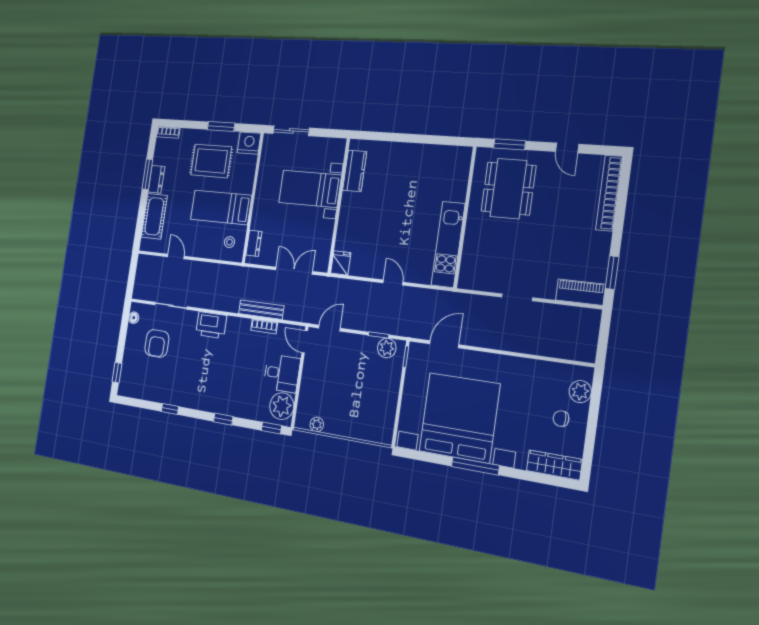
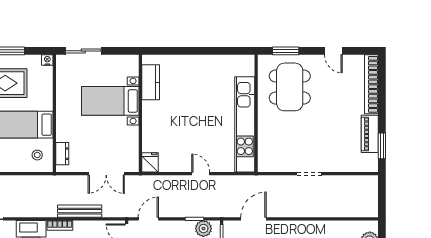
nightstand: (249, 143) -> (47, 60), width x0.53, depth x0.56
kitchen unit: (448, 244) -> (245, 124), width x1.36
double door: (294, 271) -> (106, 174), swing flipped
piano: (580, 292) -> (370, 134), moved, turned -90
bookcase: (264, 326) -> (60, 225), moved

